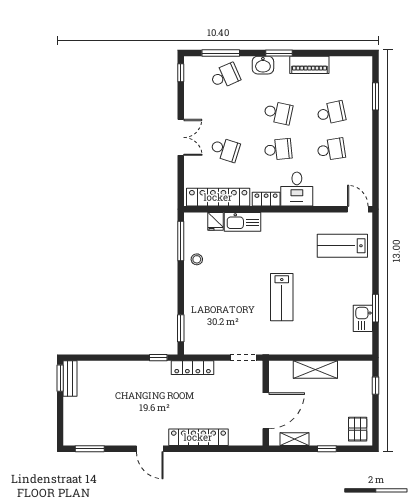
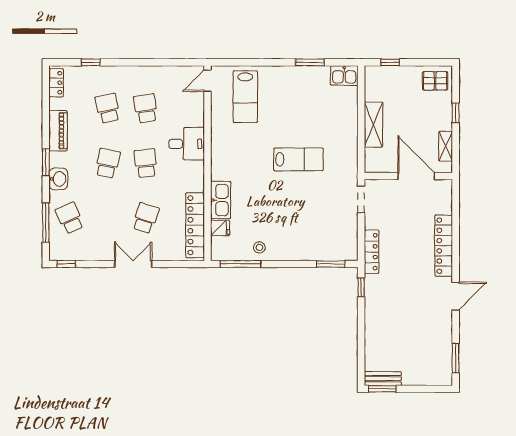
window: (376, 96) -> (91, 62), width x0.67
locker: (266, 199) -> (56, 83), moved, turned 180
kitchen sink: (363, 318) -> (344, 75), moved

